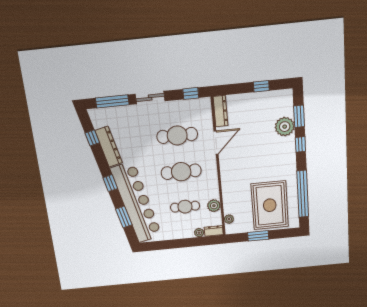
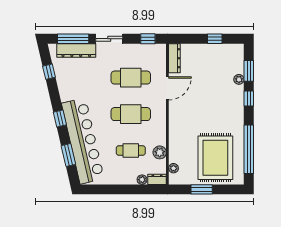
plant: (285, 127) -> (239, 79), width x0.53, depth x0.53
dresser: (109, 147) -> (76, 50), moved, turned 103

